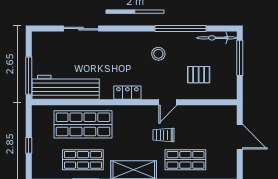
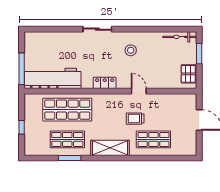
sliding door: (81, 29) -> (97, 29), moved
window: (181, 29) -> (149, 29), removed
window: (240, 58) -> (199, 54), width x0.69
pallet: (199, 75) -> (188, 74), moved, turned 90
door: (168, 102) -> (139, 91), swing flipped

